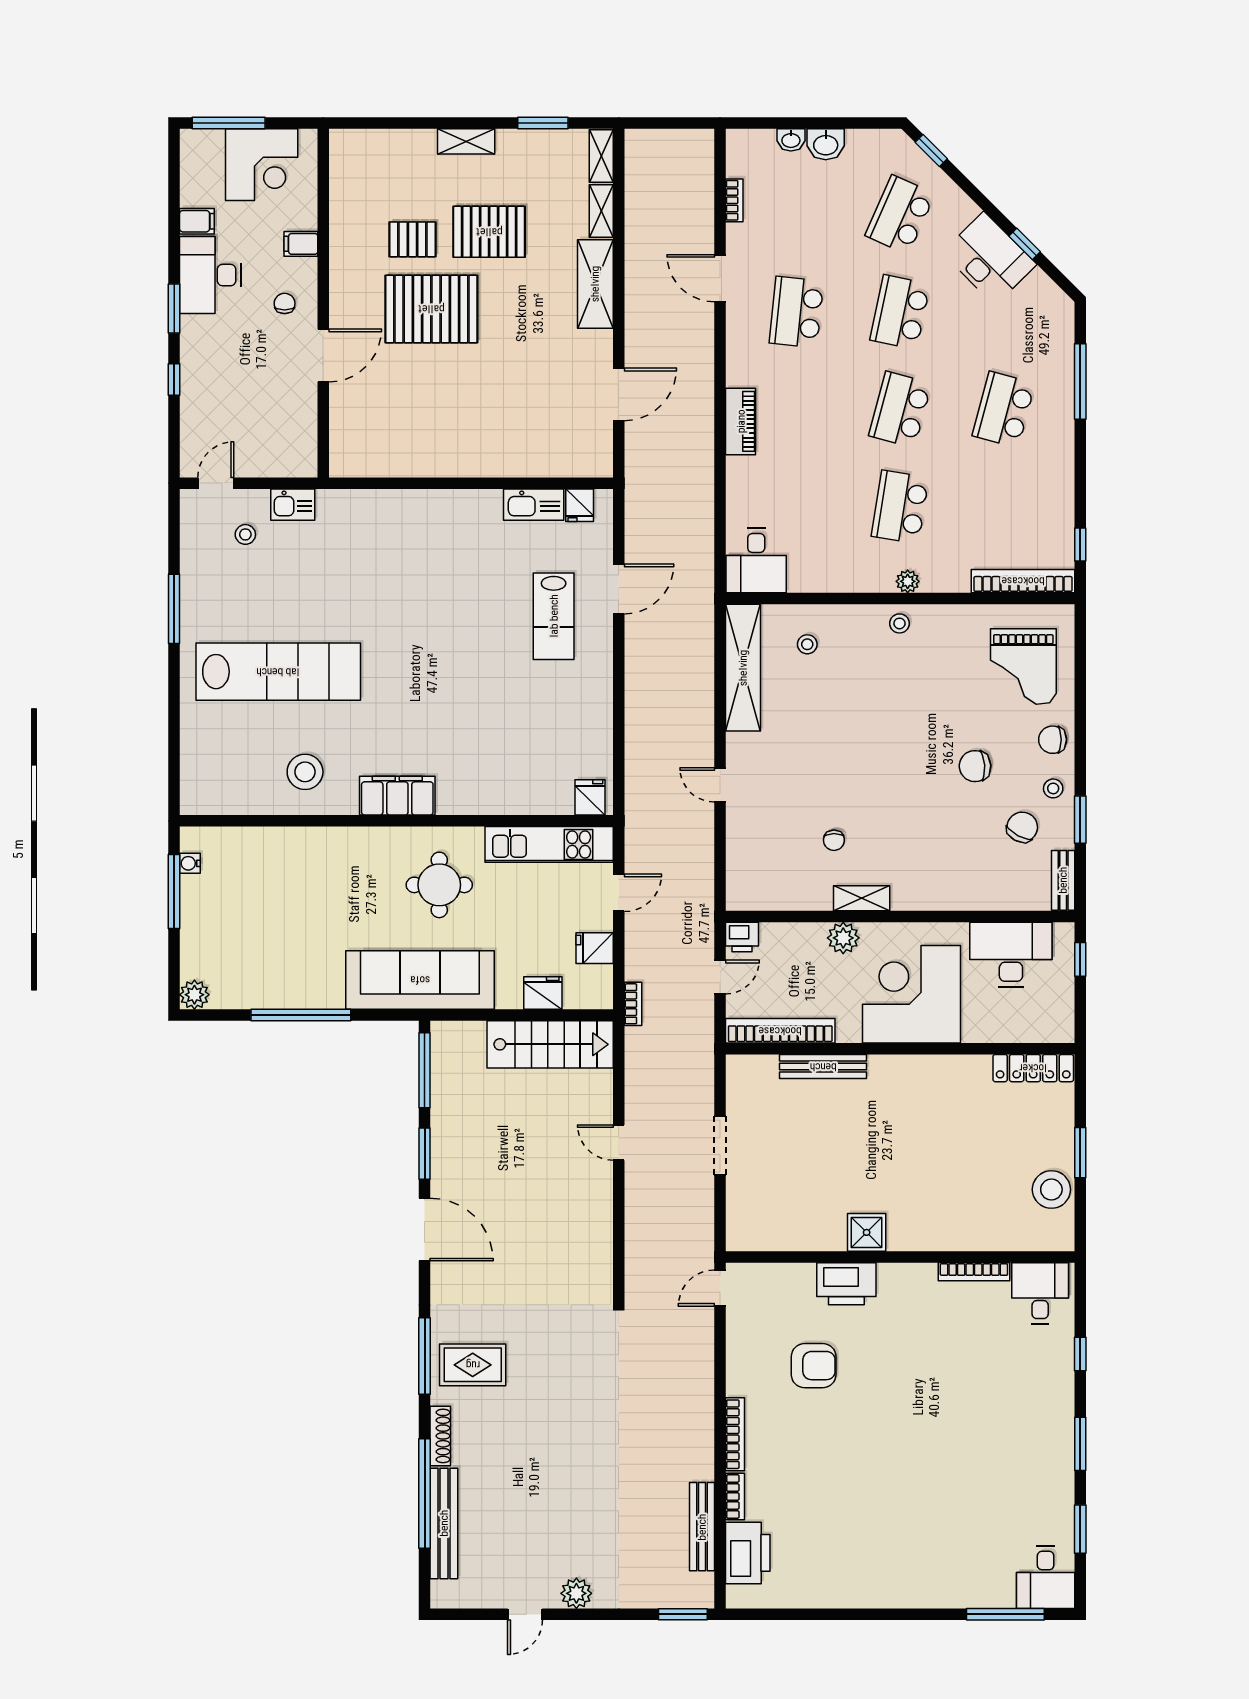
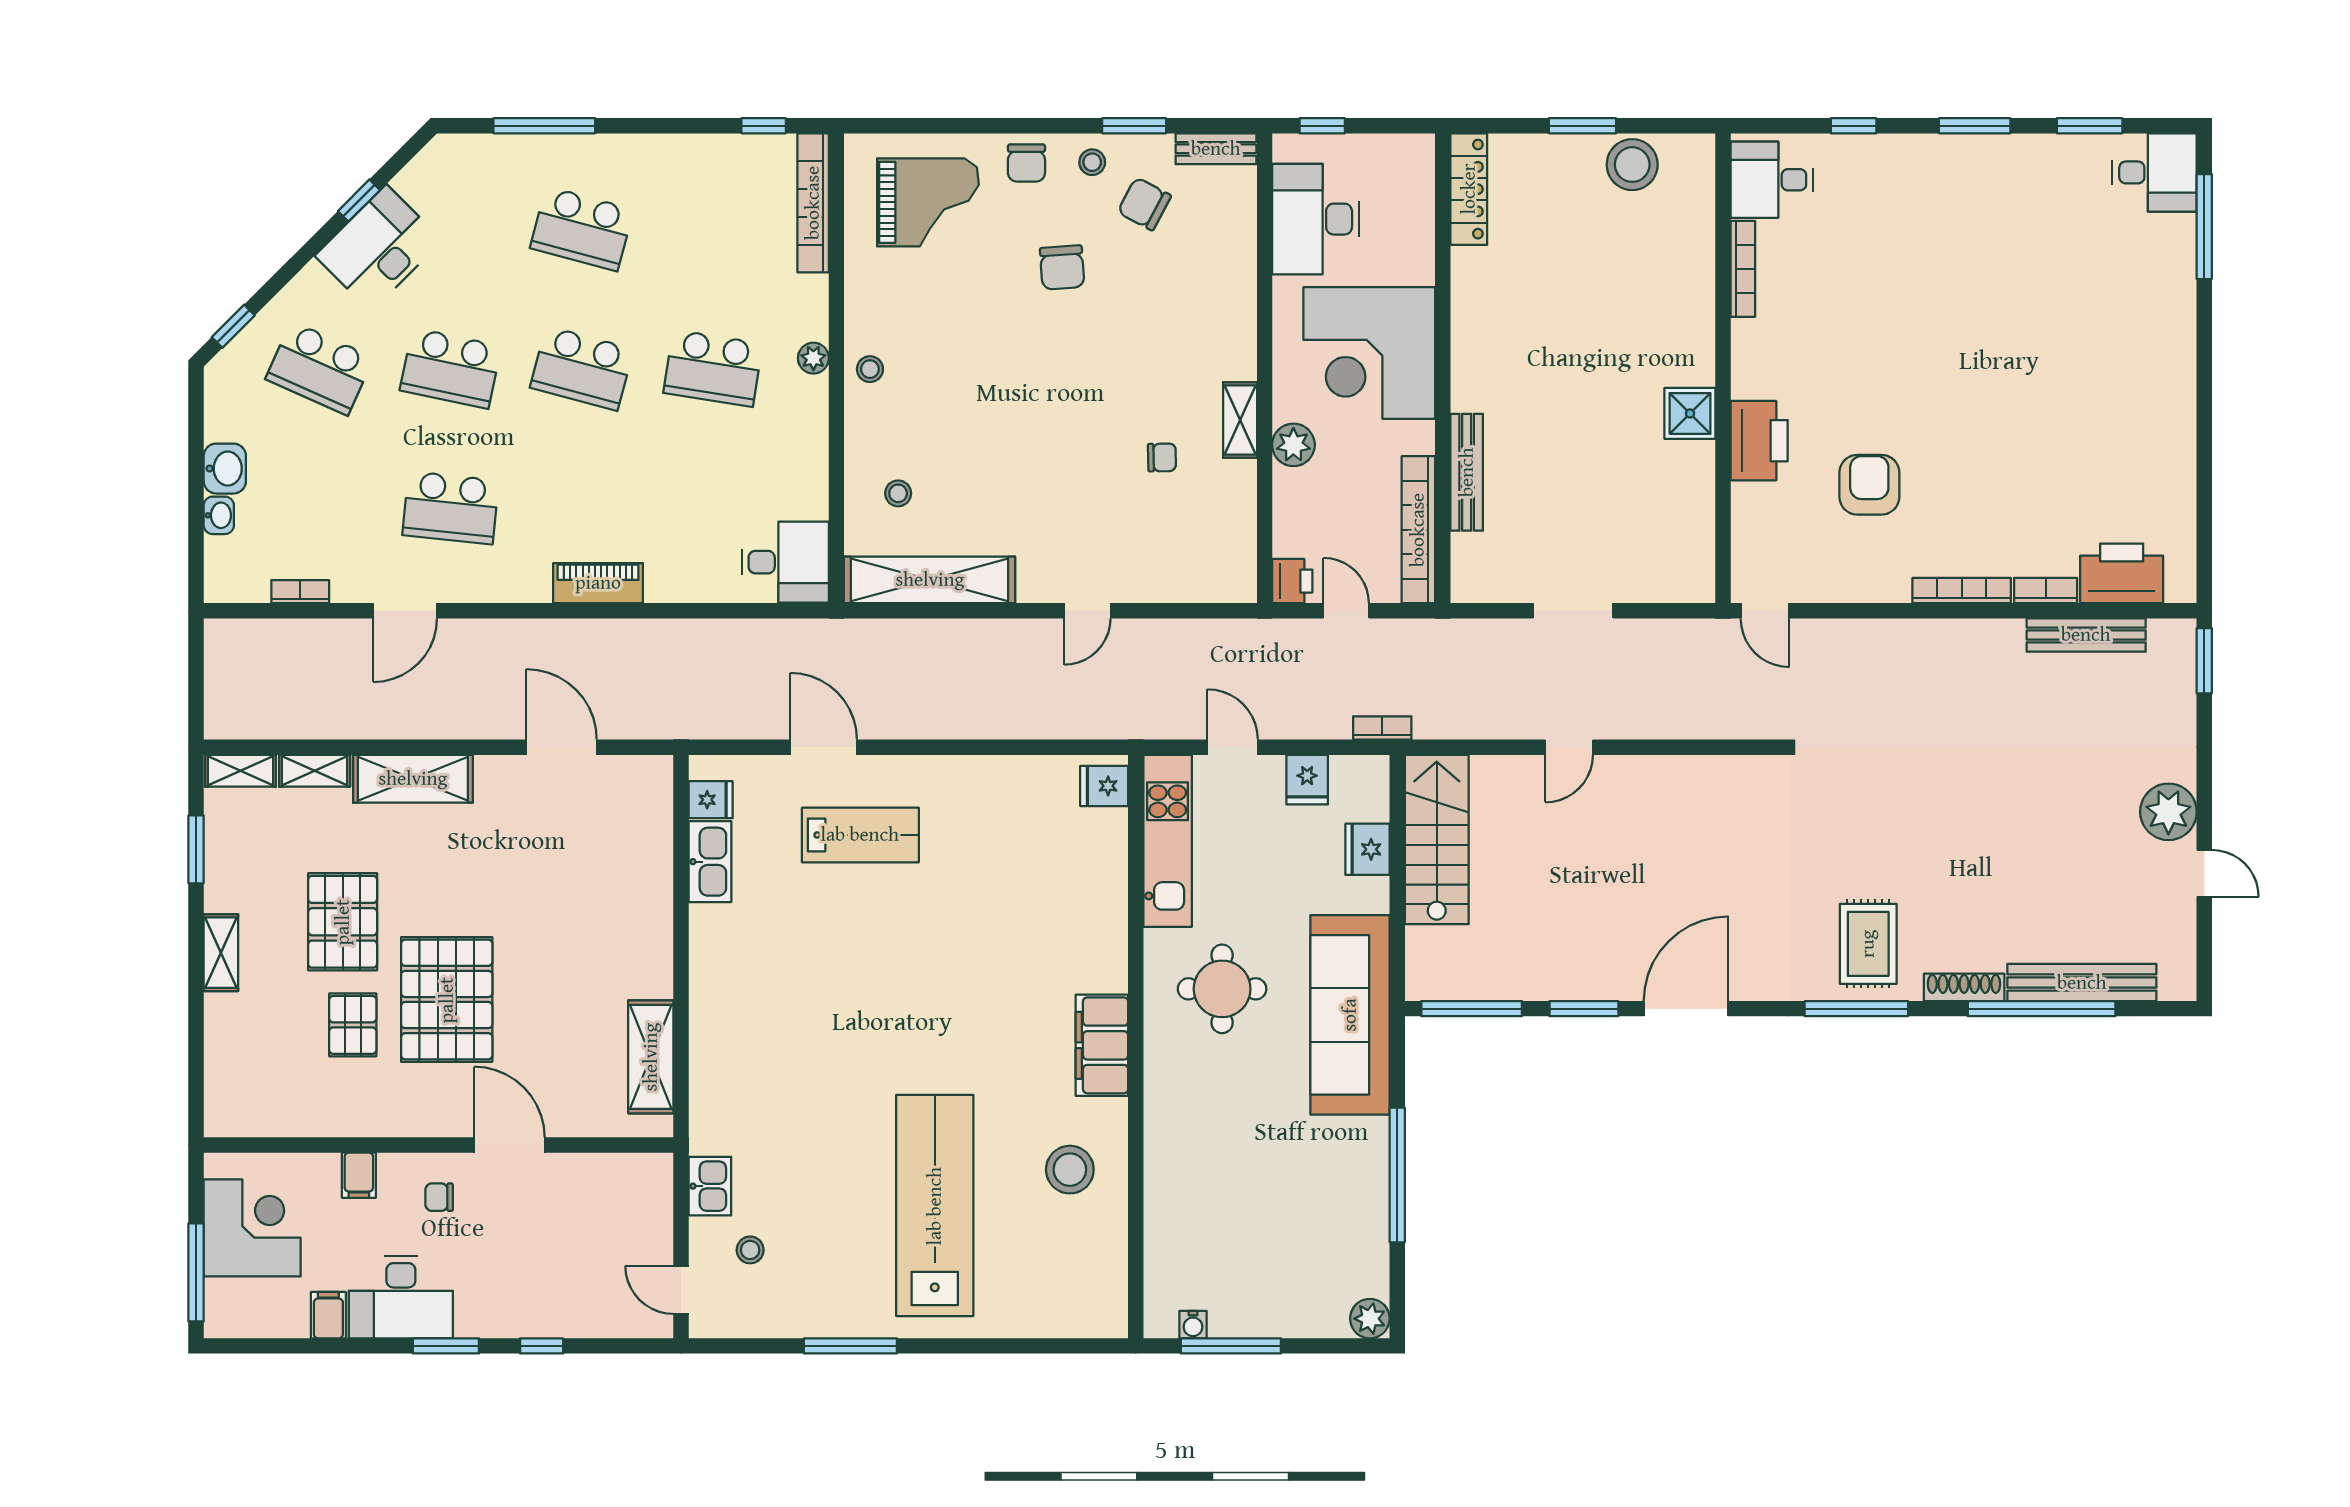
shelving: (389, 461) -> (651, 1057), added
plant: (576, 1593) -> (2168, 812), width x1.36, depth x1.36

